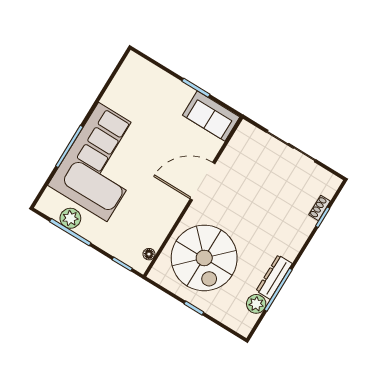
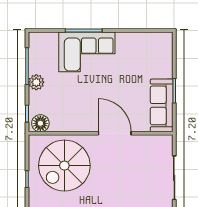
sofa: (211, 116) -> (162, 105), width x1.36
corner sofa: (103, 162) -> (87, 52), width x0.73, depth x0.74
plant: (70, 218) -> (36, 82), moved
floor lamp: (149, 254) -> (40, 123), width x1.89, depth x1.89

